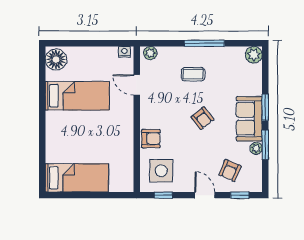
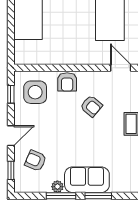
door: (137, 85) -> (121, 68), hinge flipped
armchair: (202, 118) -> (91, 106), moved, turned -101

